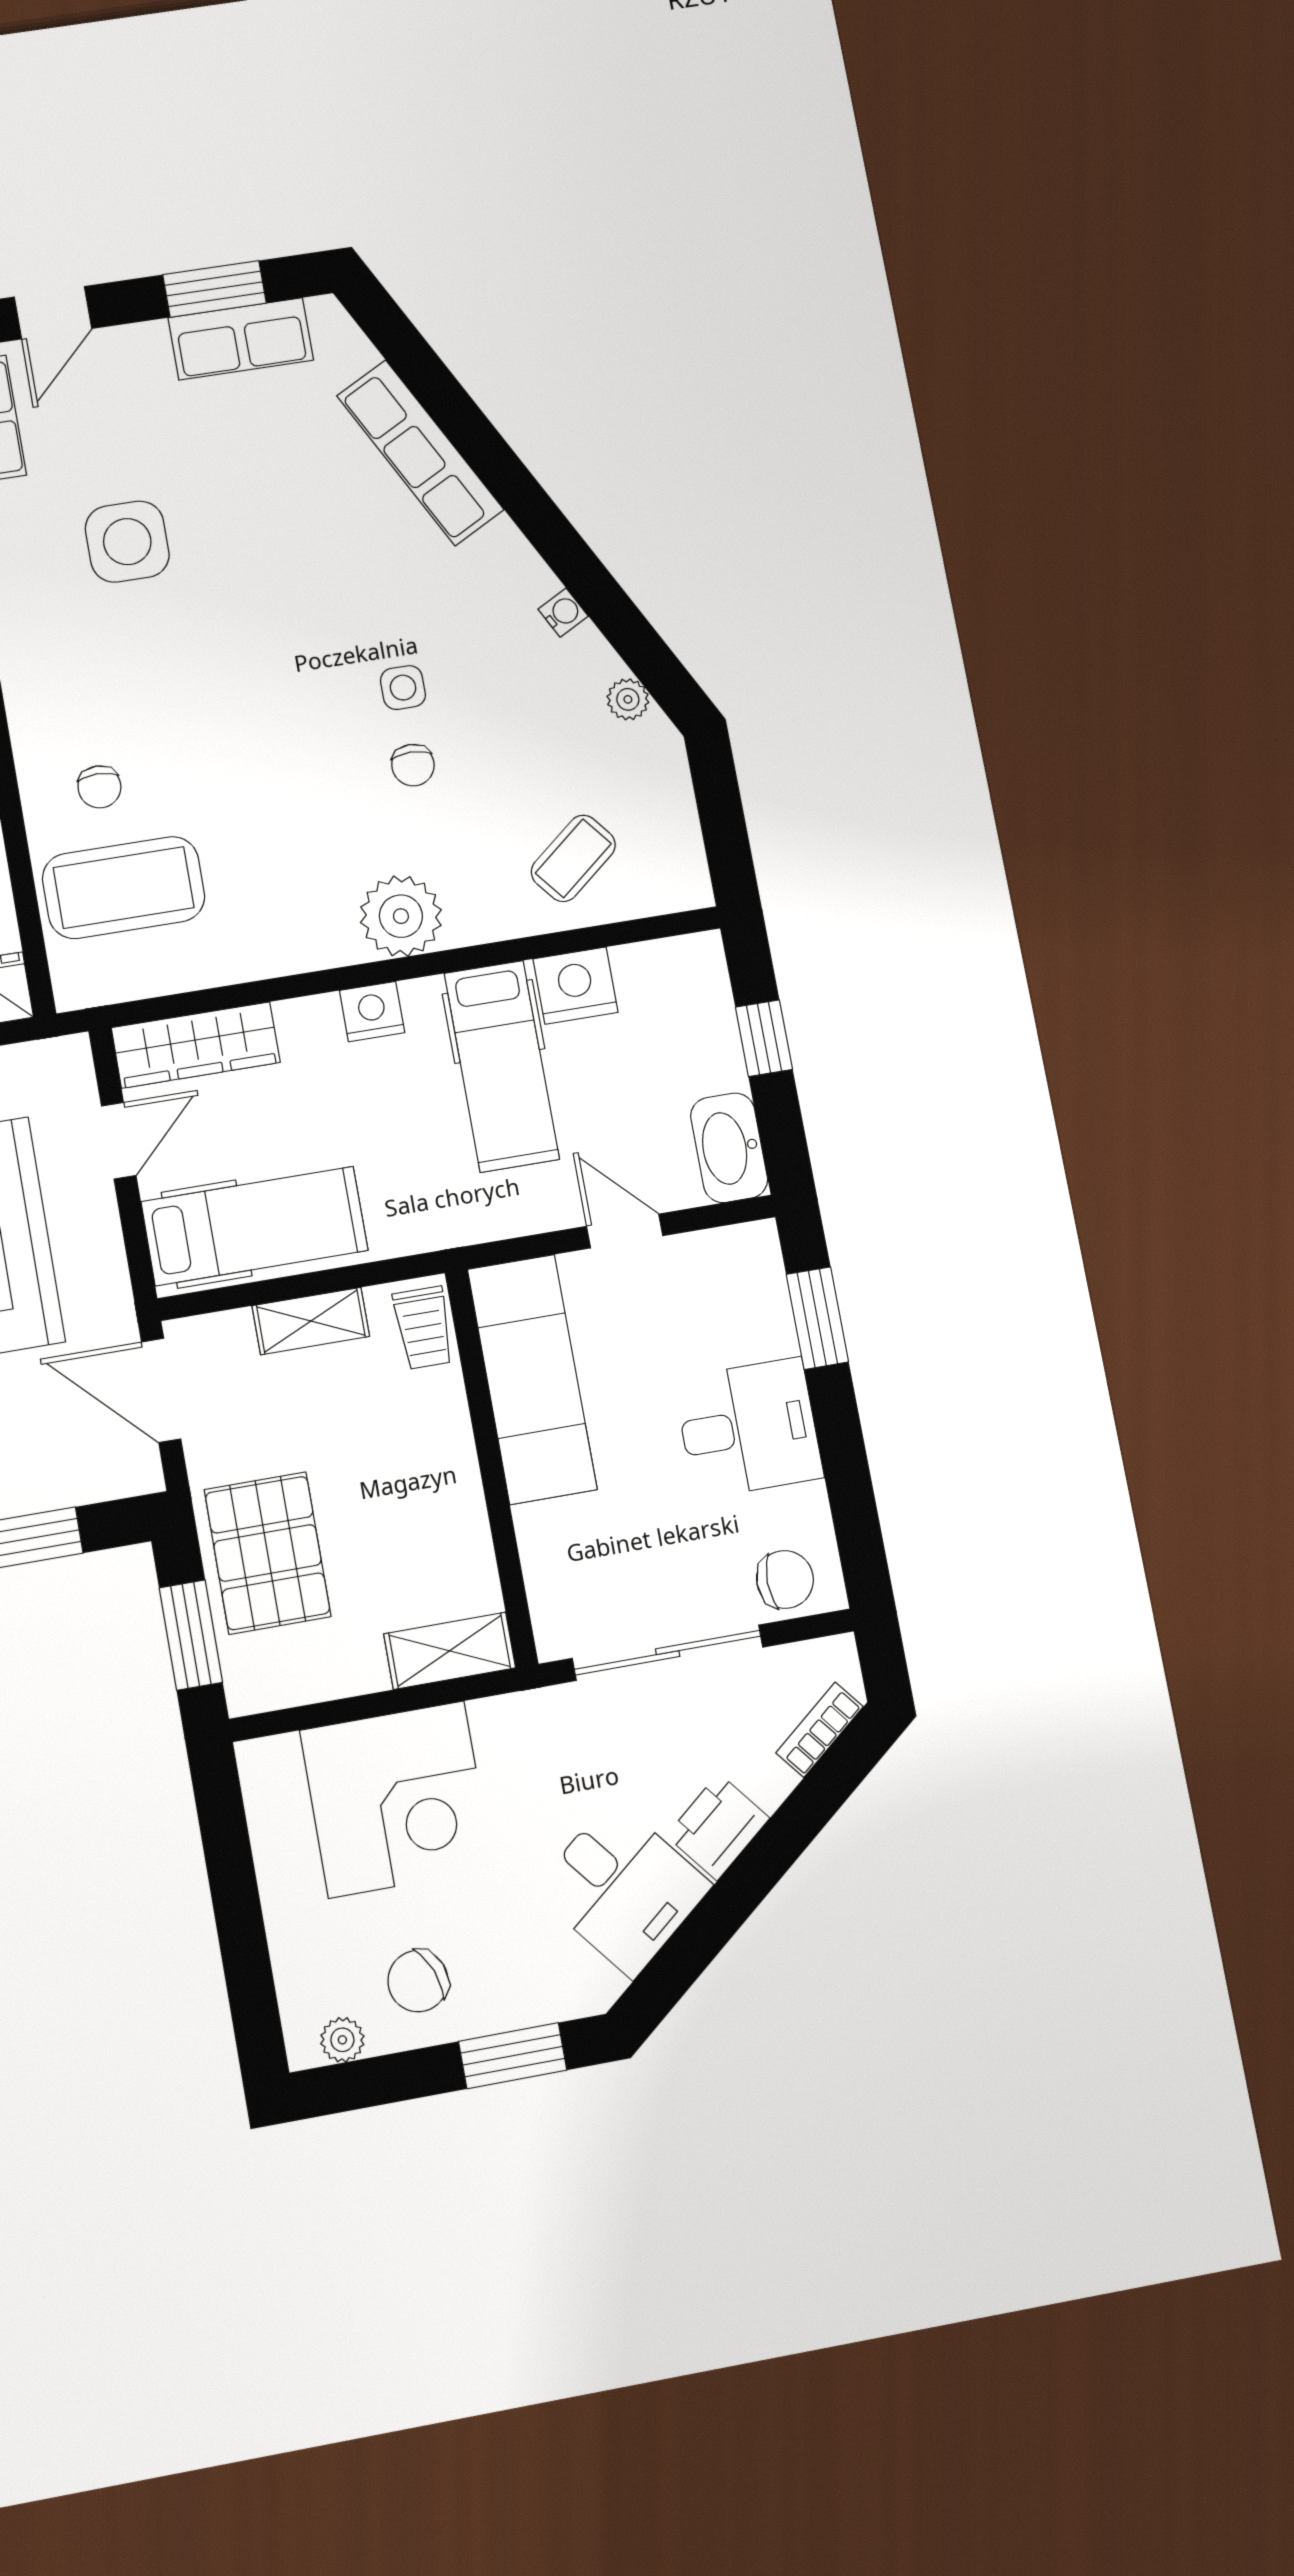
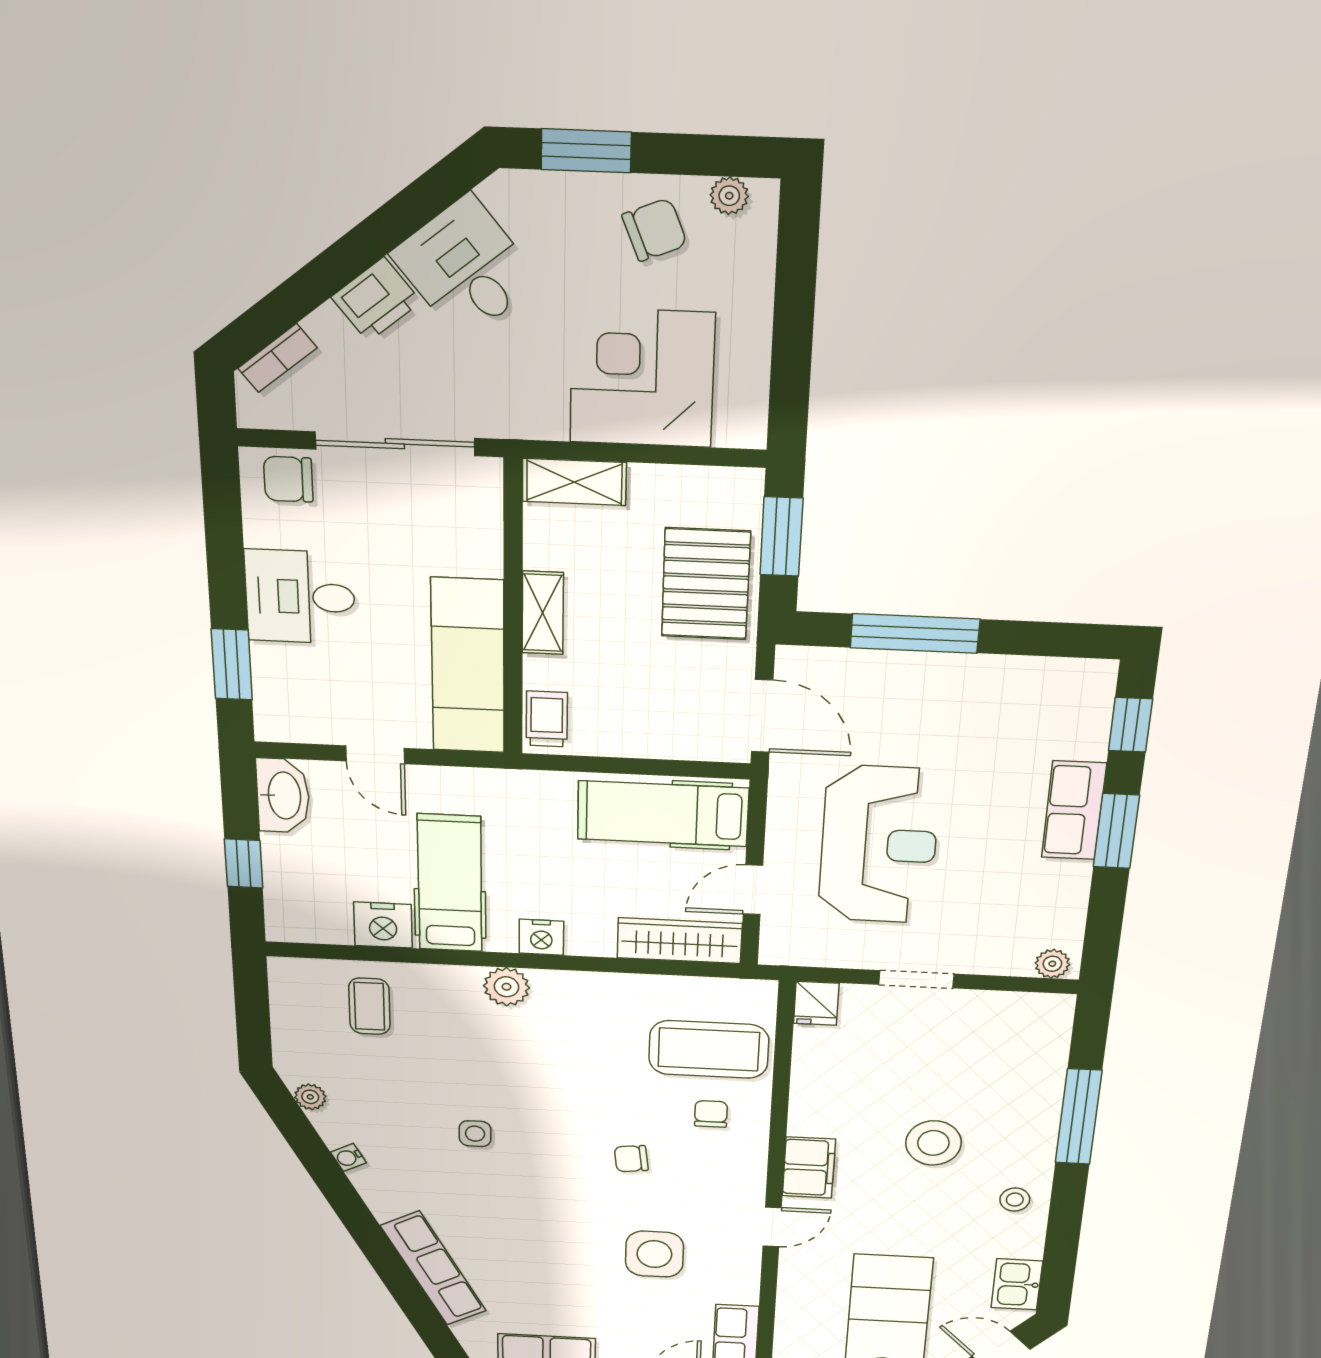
chair: (413, 765) -> (631, 1159), moved, turned -97
coffee table: (573, 858) -> (369, 1006), turned -51
plant: (401, 916) -> (506, 987), width x0.73, depth x0.73
shelving: (311, 1321) -> (543, 613), moved, turned 90

